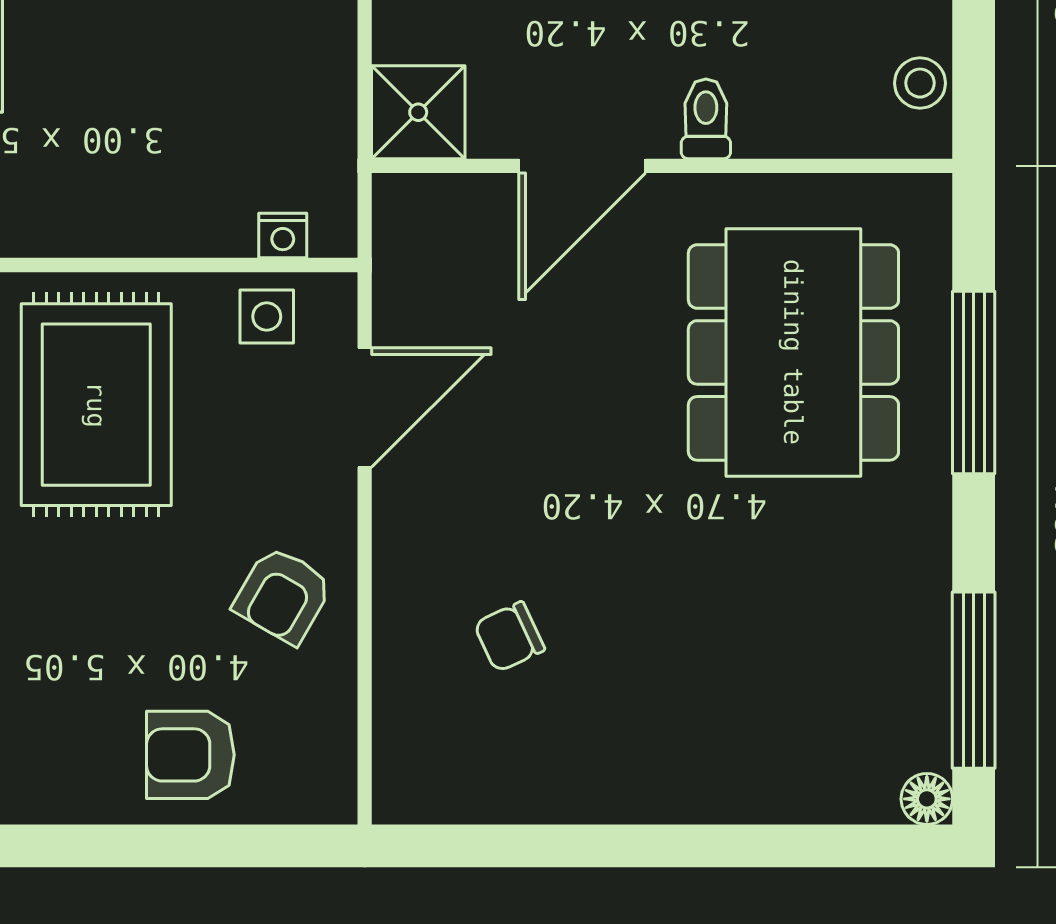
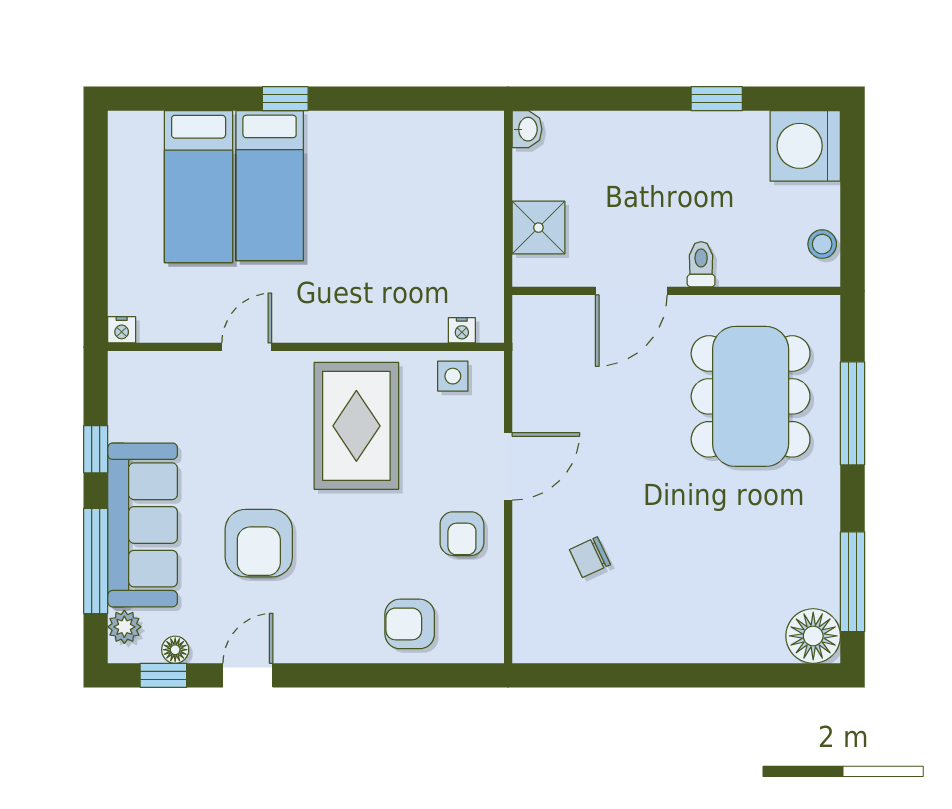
shower: (418, 112) -> (538, 228), moved
door: (365, 408) -> (508, 466), moved
armchair: (283, 595) -> (462, 534), turned -30
floor lamp: (927, 799) -> (813, 636), width x1.89, depth x1.89

